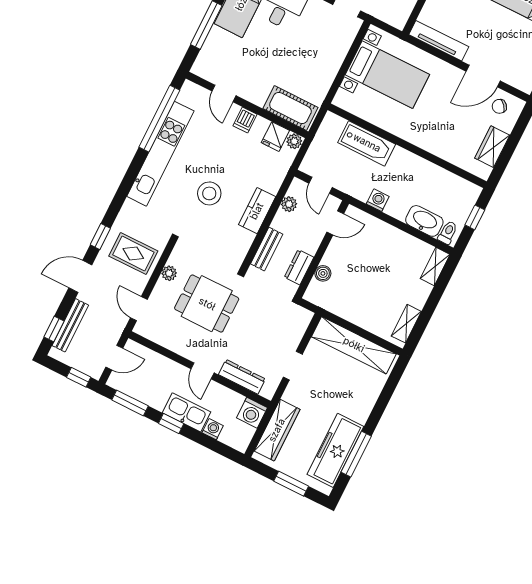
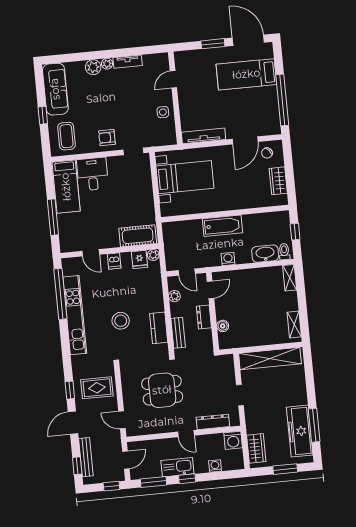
bathtub: (367, 143) -> (222, 226), moved
kitchen counter: (257, 211) -> (159, 328), moved
dresser: (299, 267) -> (204, 317), moved
plant: (169, 273) -> (127, 386), removed
kitchen sink: (186, 412) -> (177, 467), moved
wardrobe: (277, 430) -> (256, 448), width x0.67

